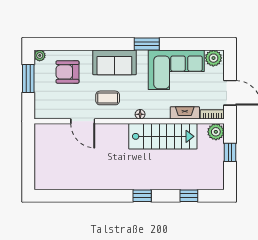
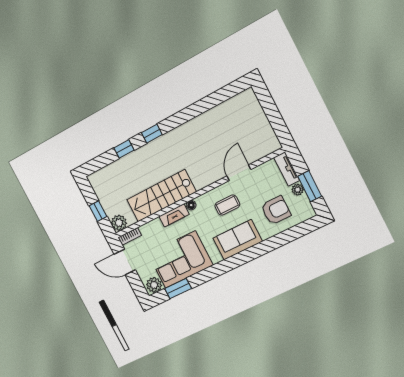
window: (147, 44) -> (178, 289), moved
plant: (40, 55) -> (298, 190), moved
tv unit: (40, 103) -> (287, 169), added
fireplace: (185, 113) -> (174, 215), moved
door: (83, 121) -> (239, 173), hinge flipped
window: (189, 196) -> (124, 149), moved

